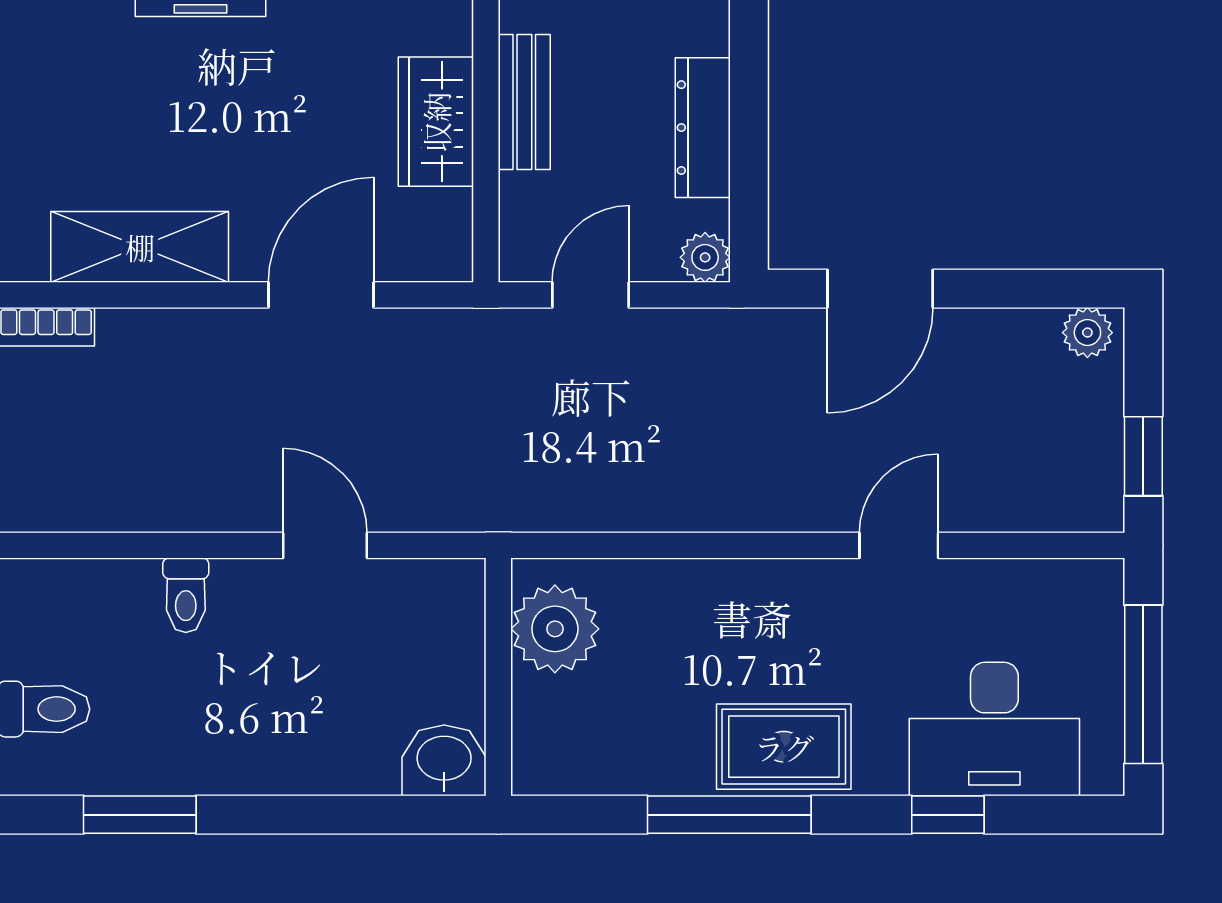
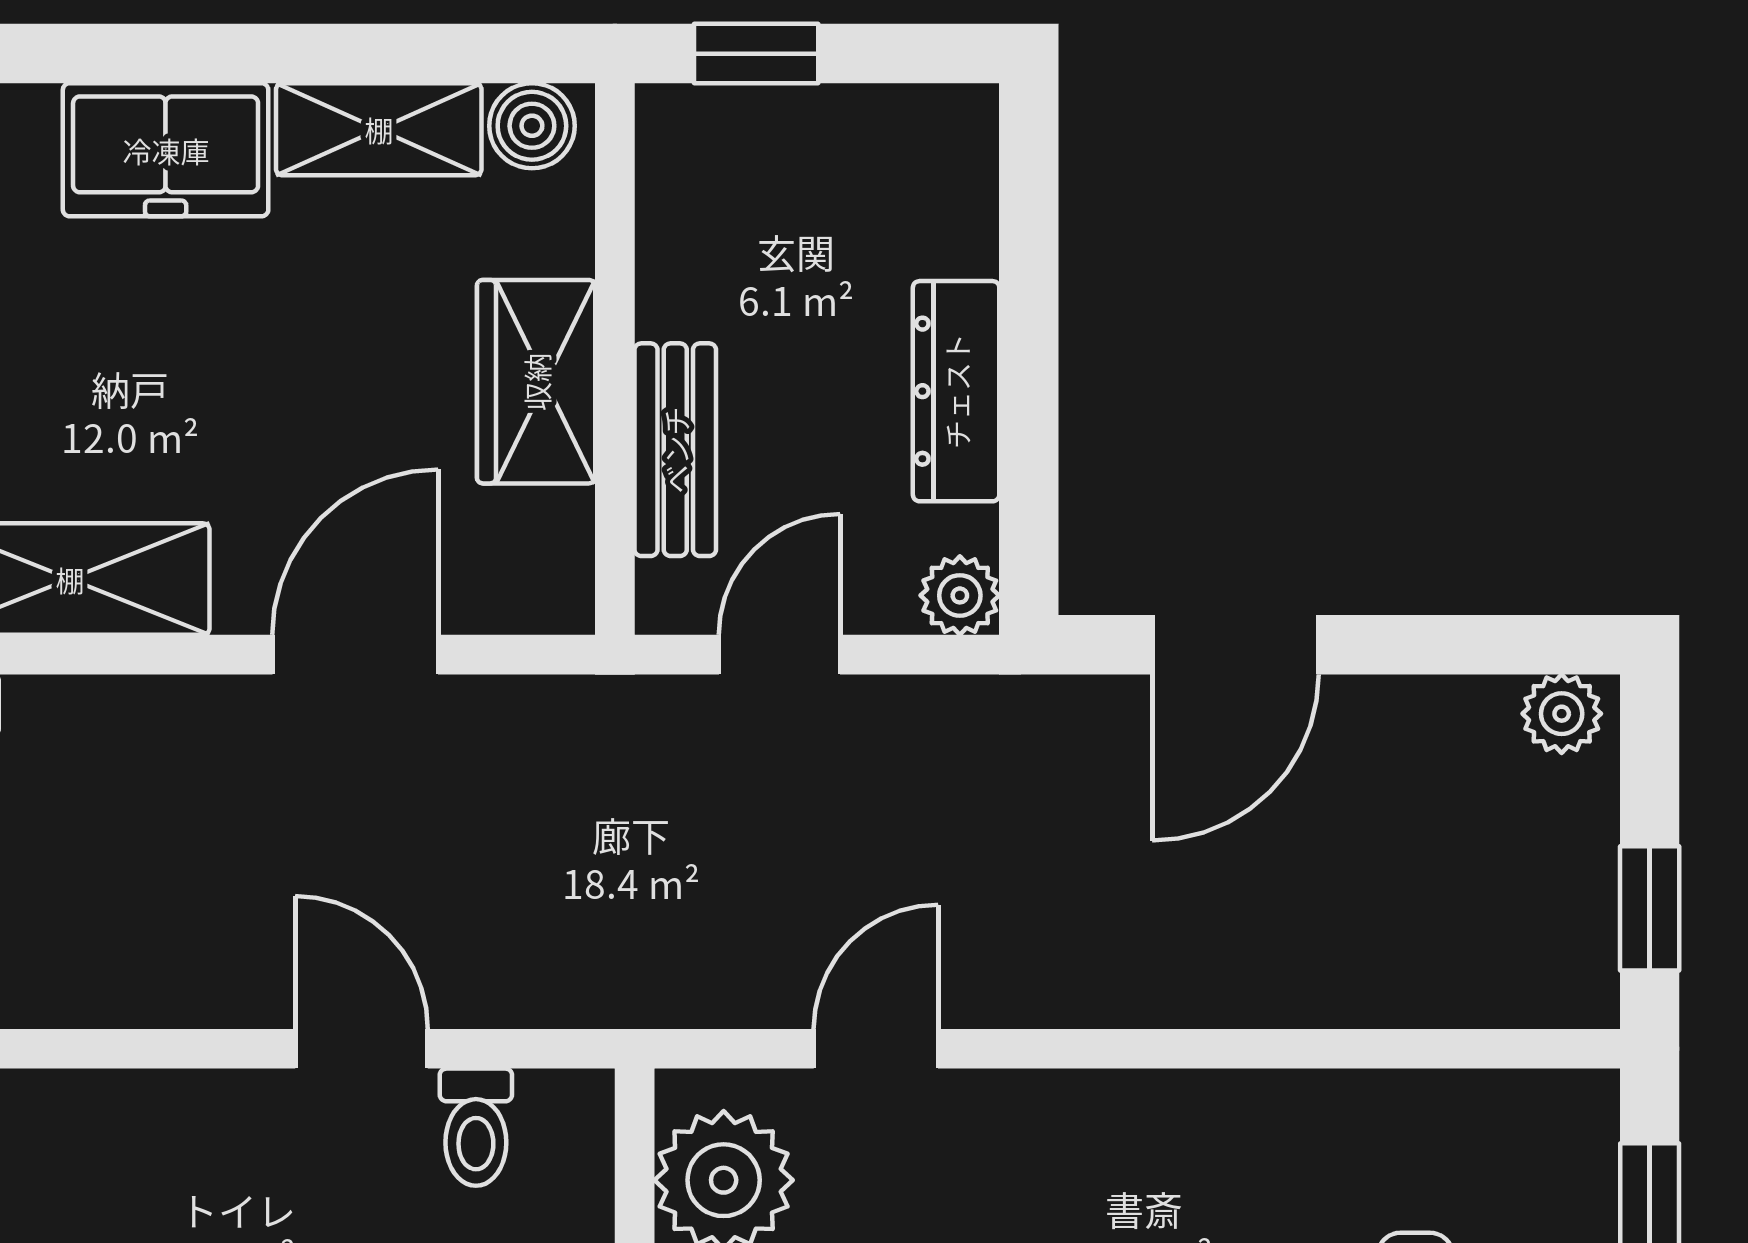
bench: (524, 102) -> (675, 450), moved
door: (899, 545) -> (876, 1049), moved
toilet: (186, 595) -> (476, 1127), moved

